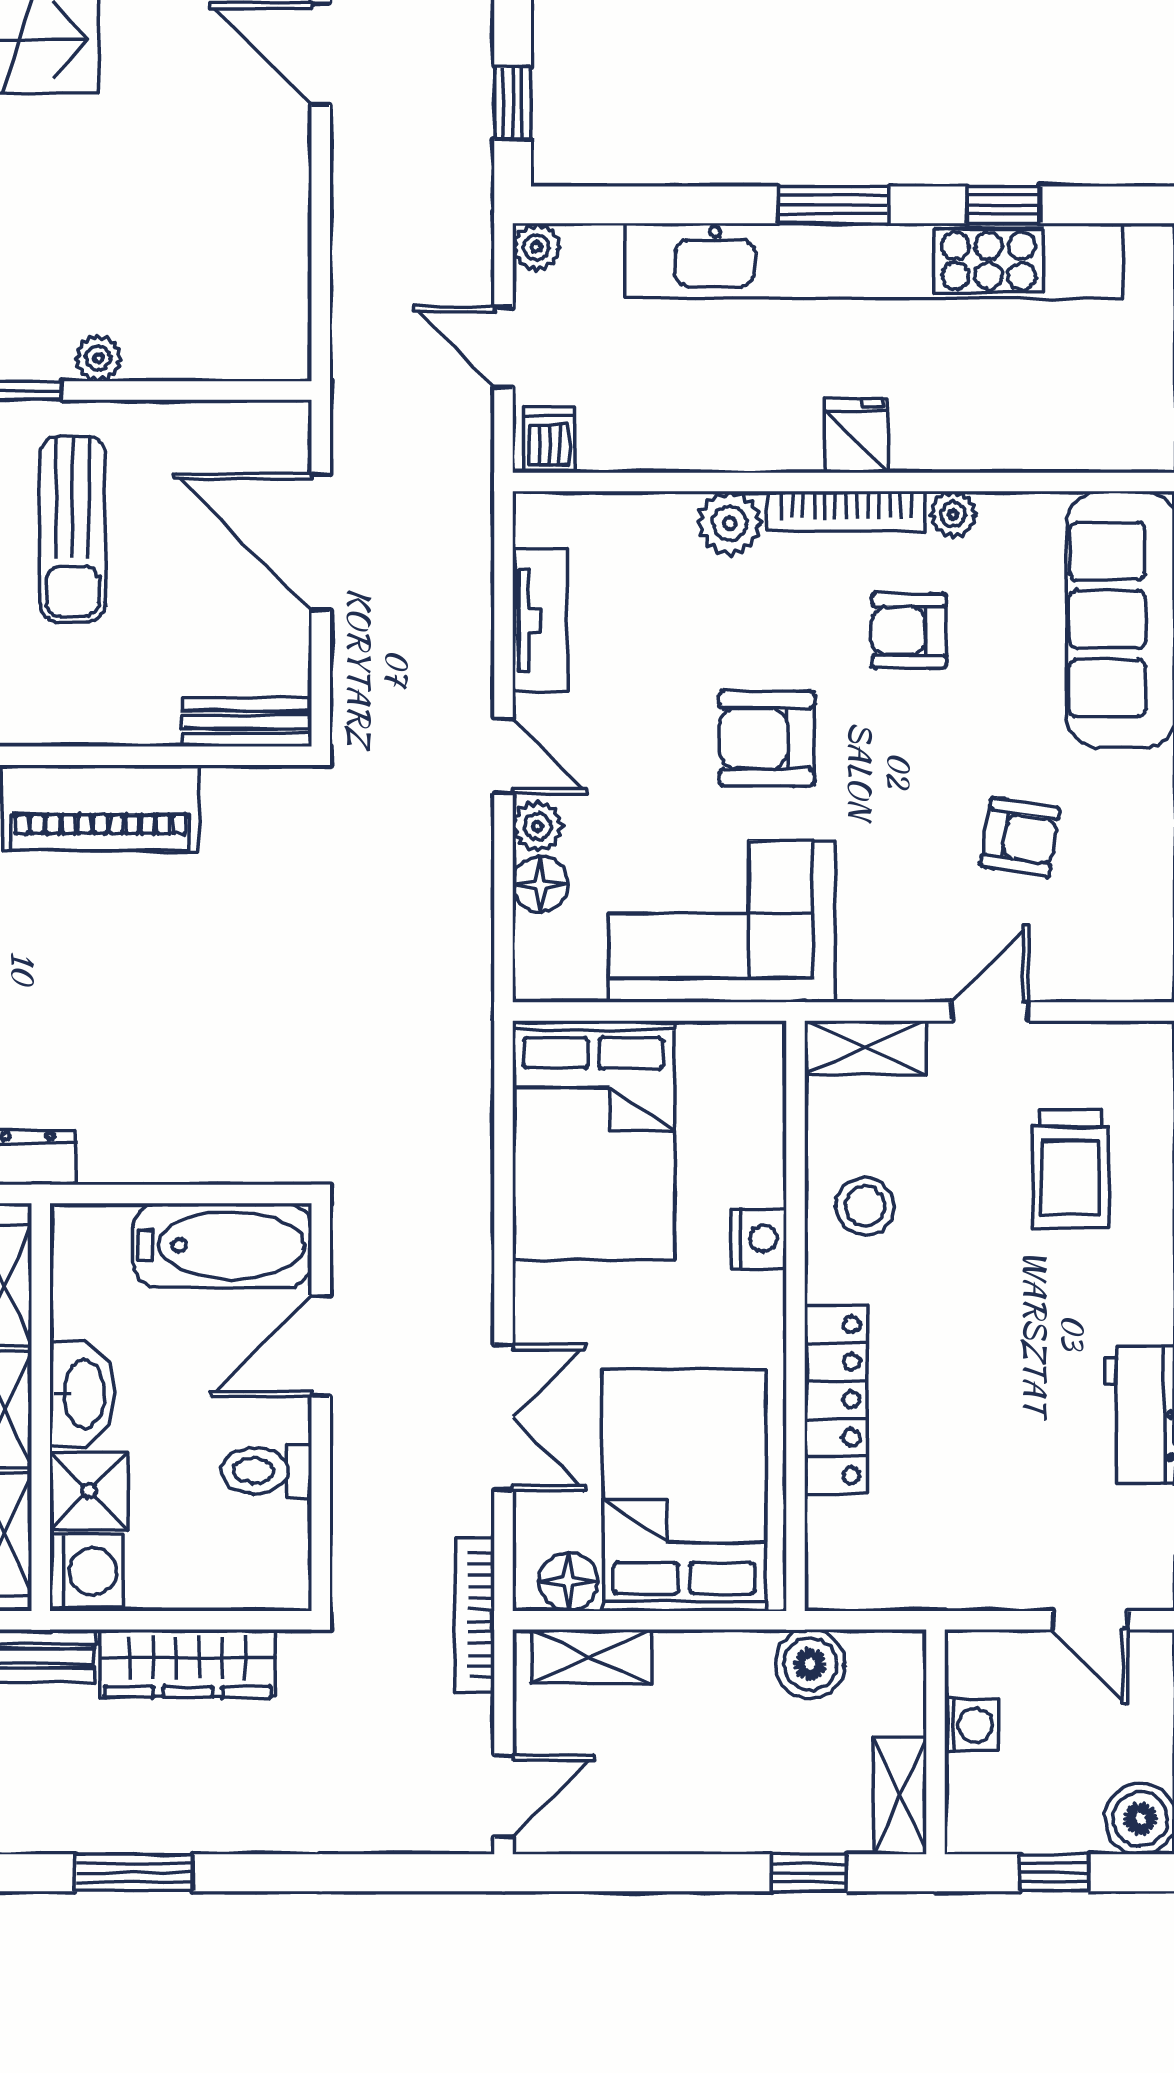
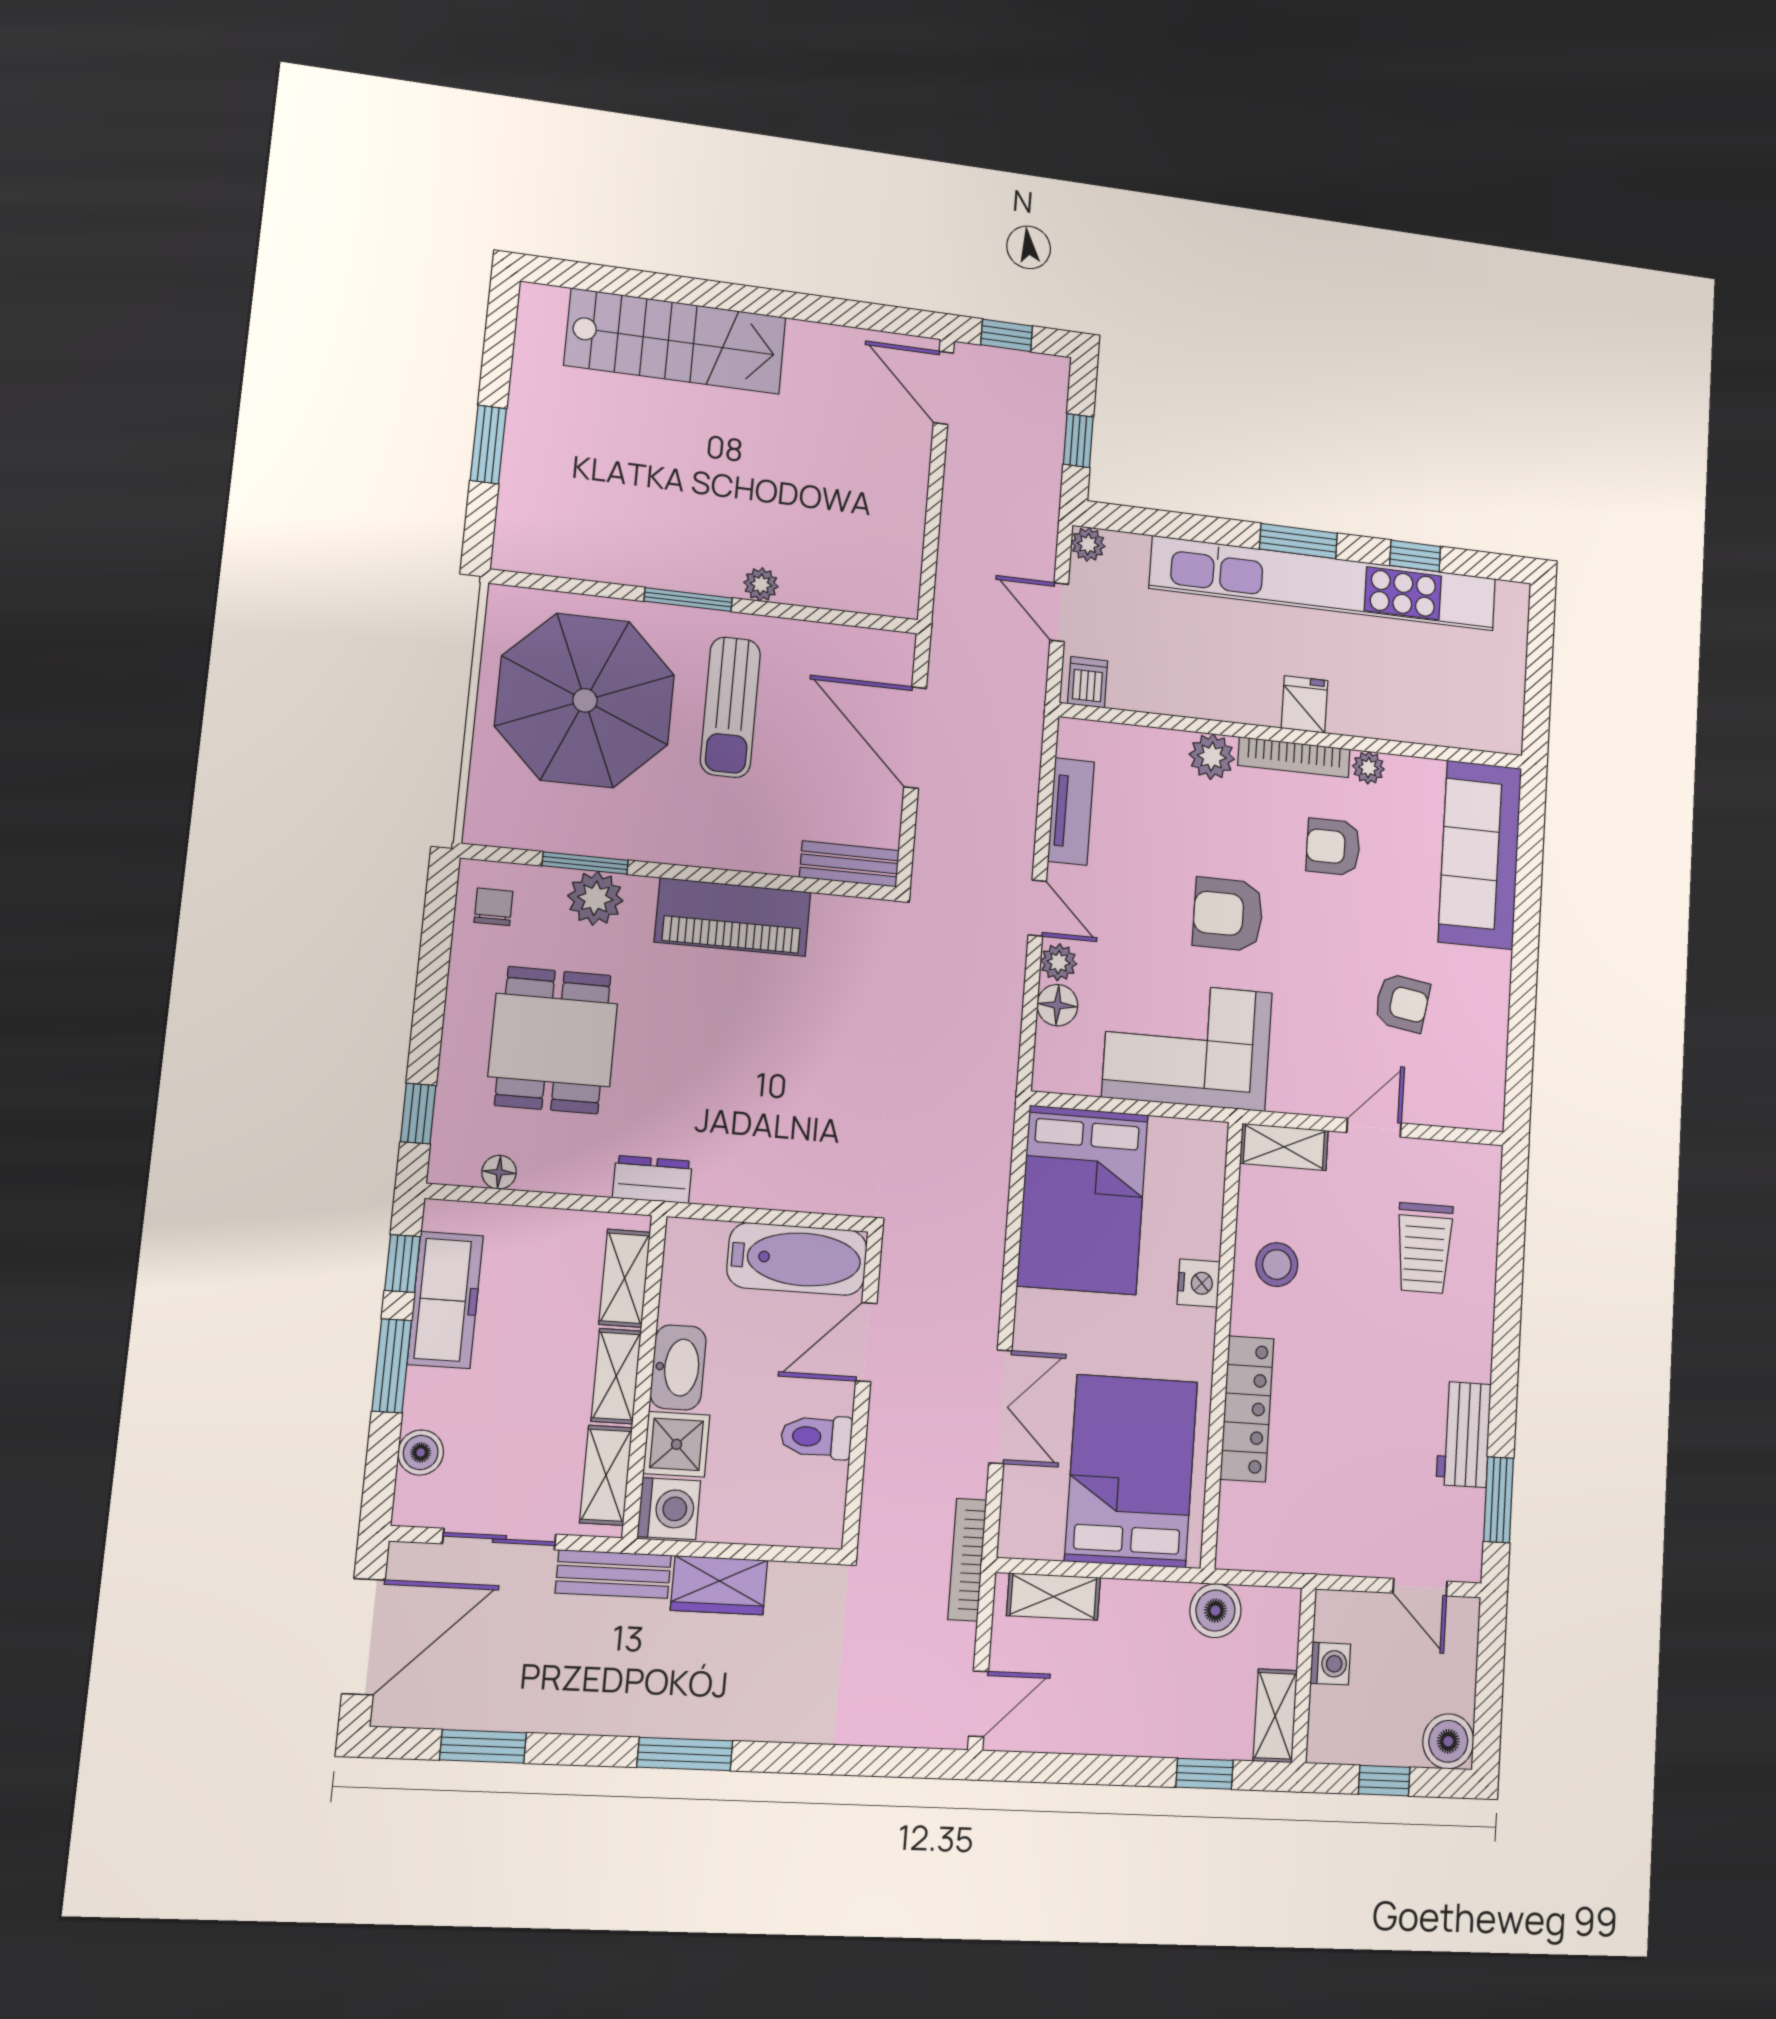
floor lamp: (568, 1582) -> (1040, 1537), removed
wardrobe: (188, 1663) -> (719, 1585), width x0.67

